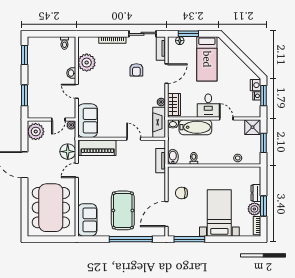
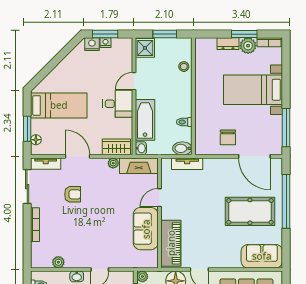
plant: (87, 63) -> (58, 262), width x0.53, depth x0.53
sofa: (88, 121) -> (146, 229), moved, turned -90

